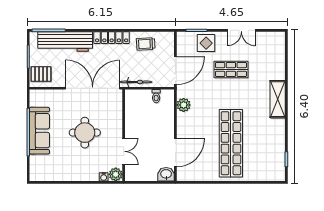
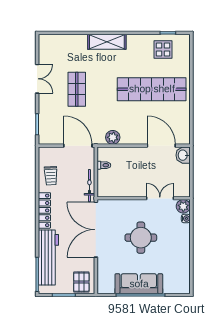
display table: (206, 43) -> (163, 49), moved

